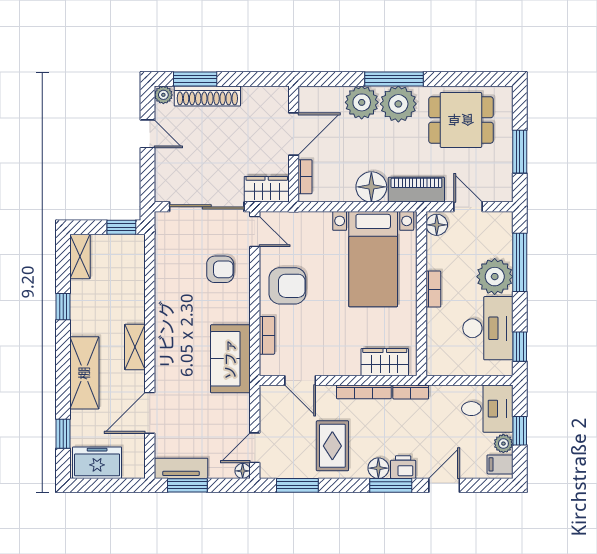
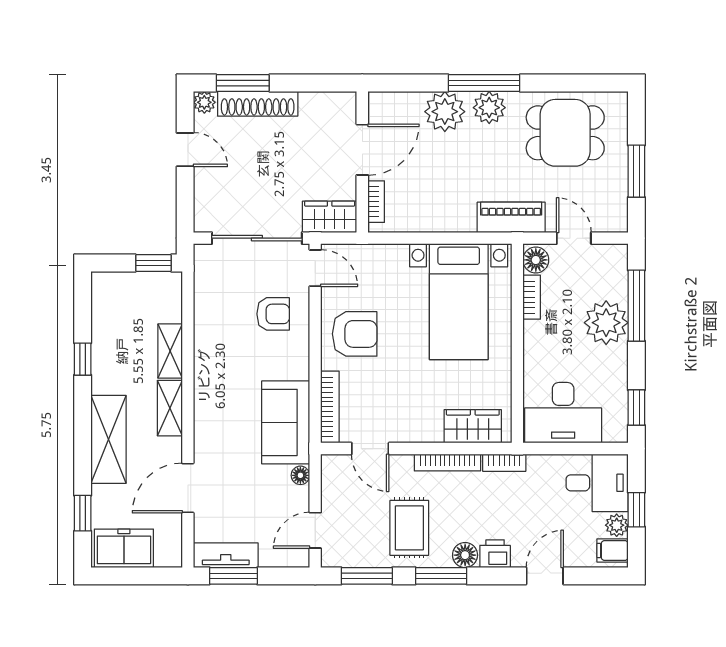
plant: (398, 104) -> (489, 108), width x0.73, depth x0.73
floor lamp: (371, 187) -> (456, 214), removed
shelving: (80, 257) -> (170, 351), moved
bookcase: (433, 289) -> (532, 297), moved
desk: (488, 328) -> (563, 413), moved, turned 90
bookcase: (267, 335) -> (330, 407), width x1.56
floor lamp: (243, 471) -> (300, 475), moved
window: (391, 485) -> (441, 576), moved

